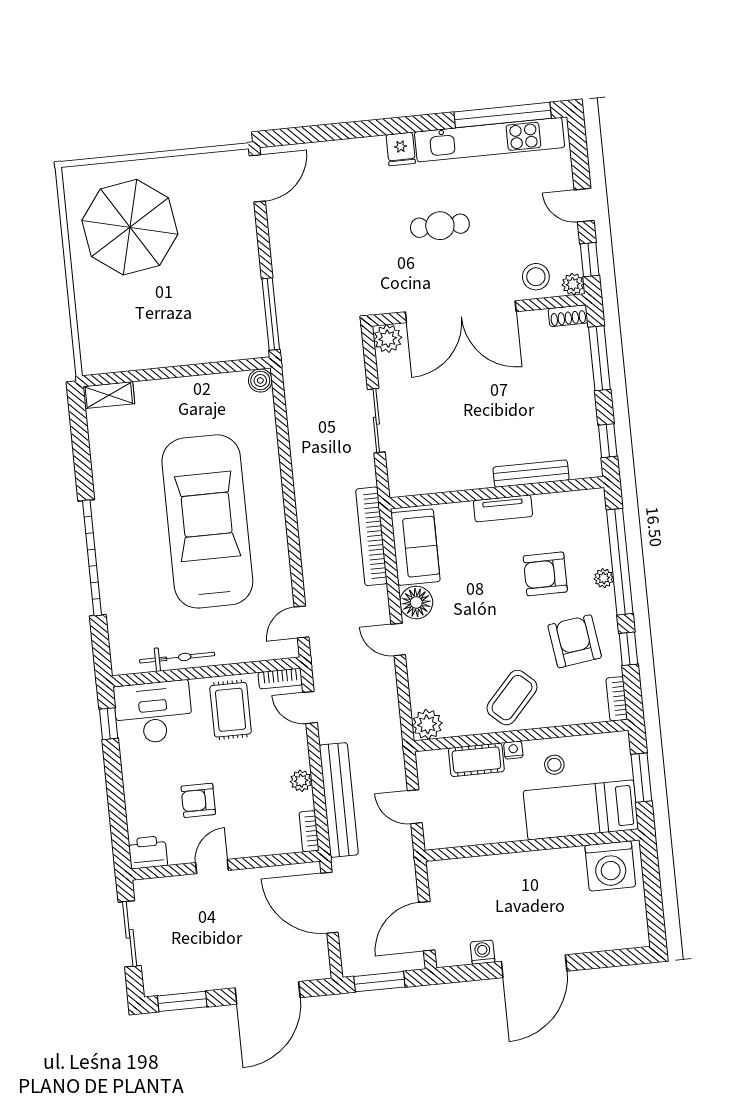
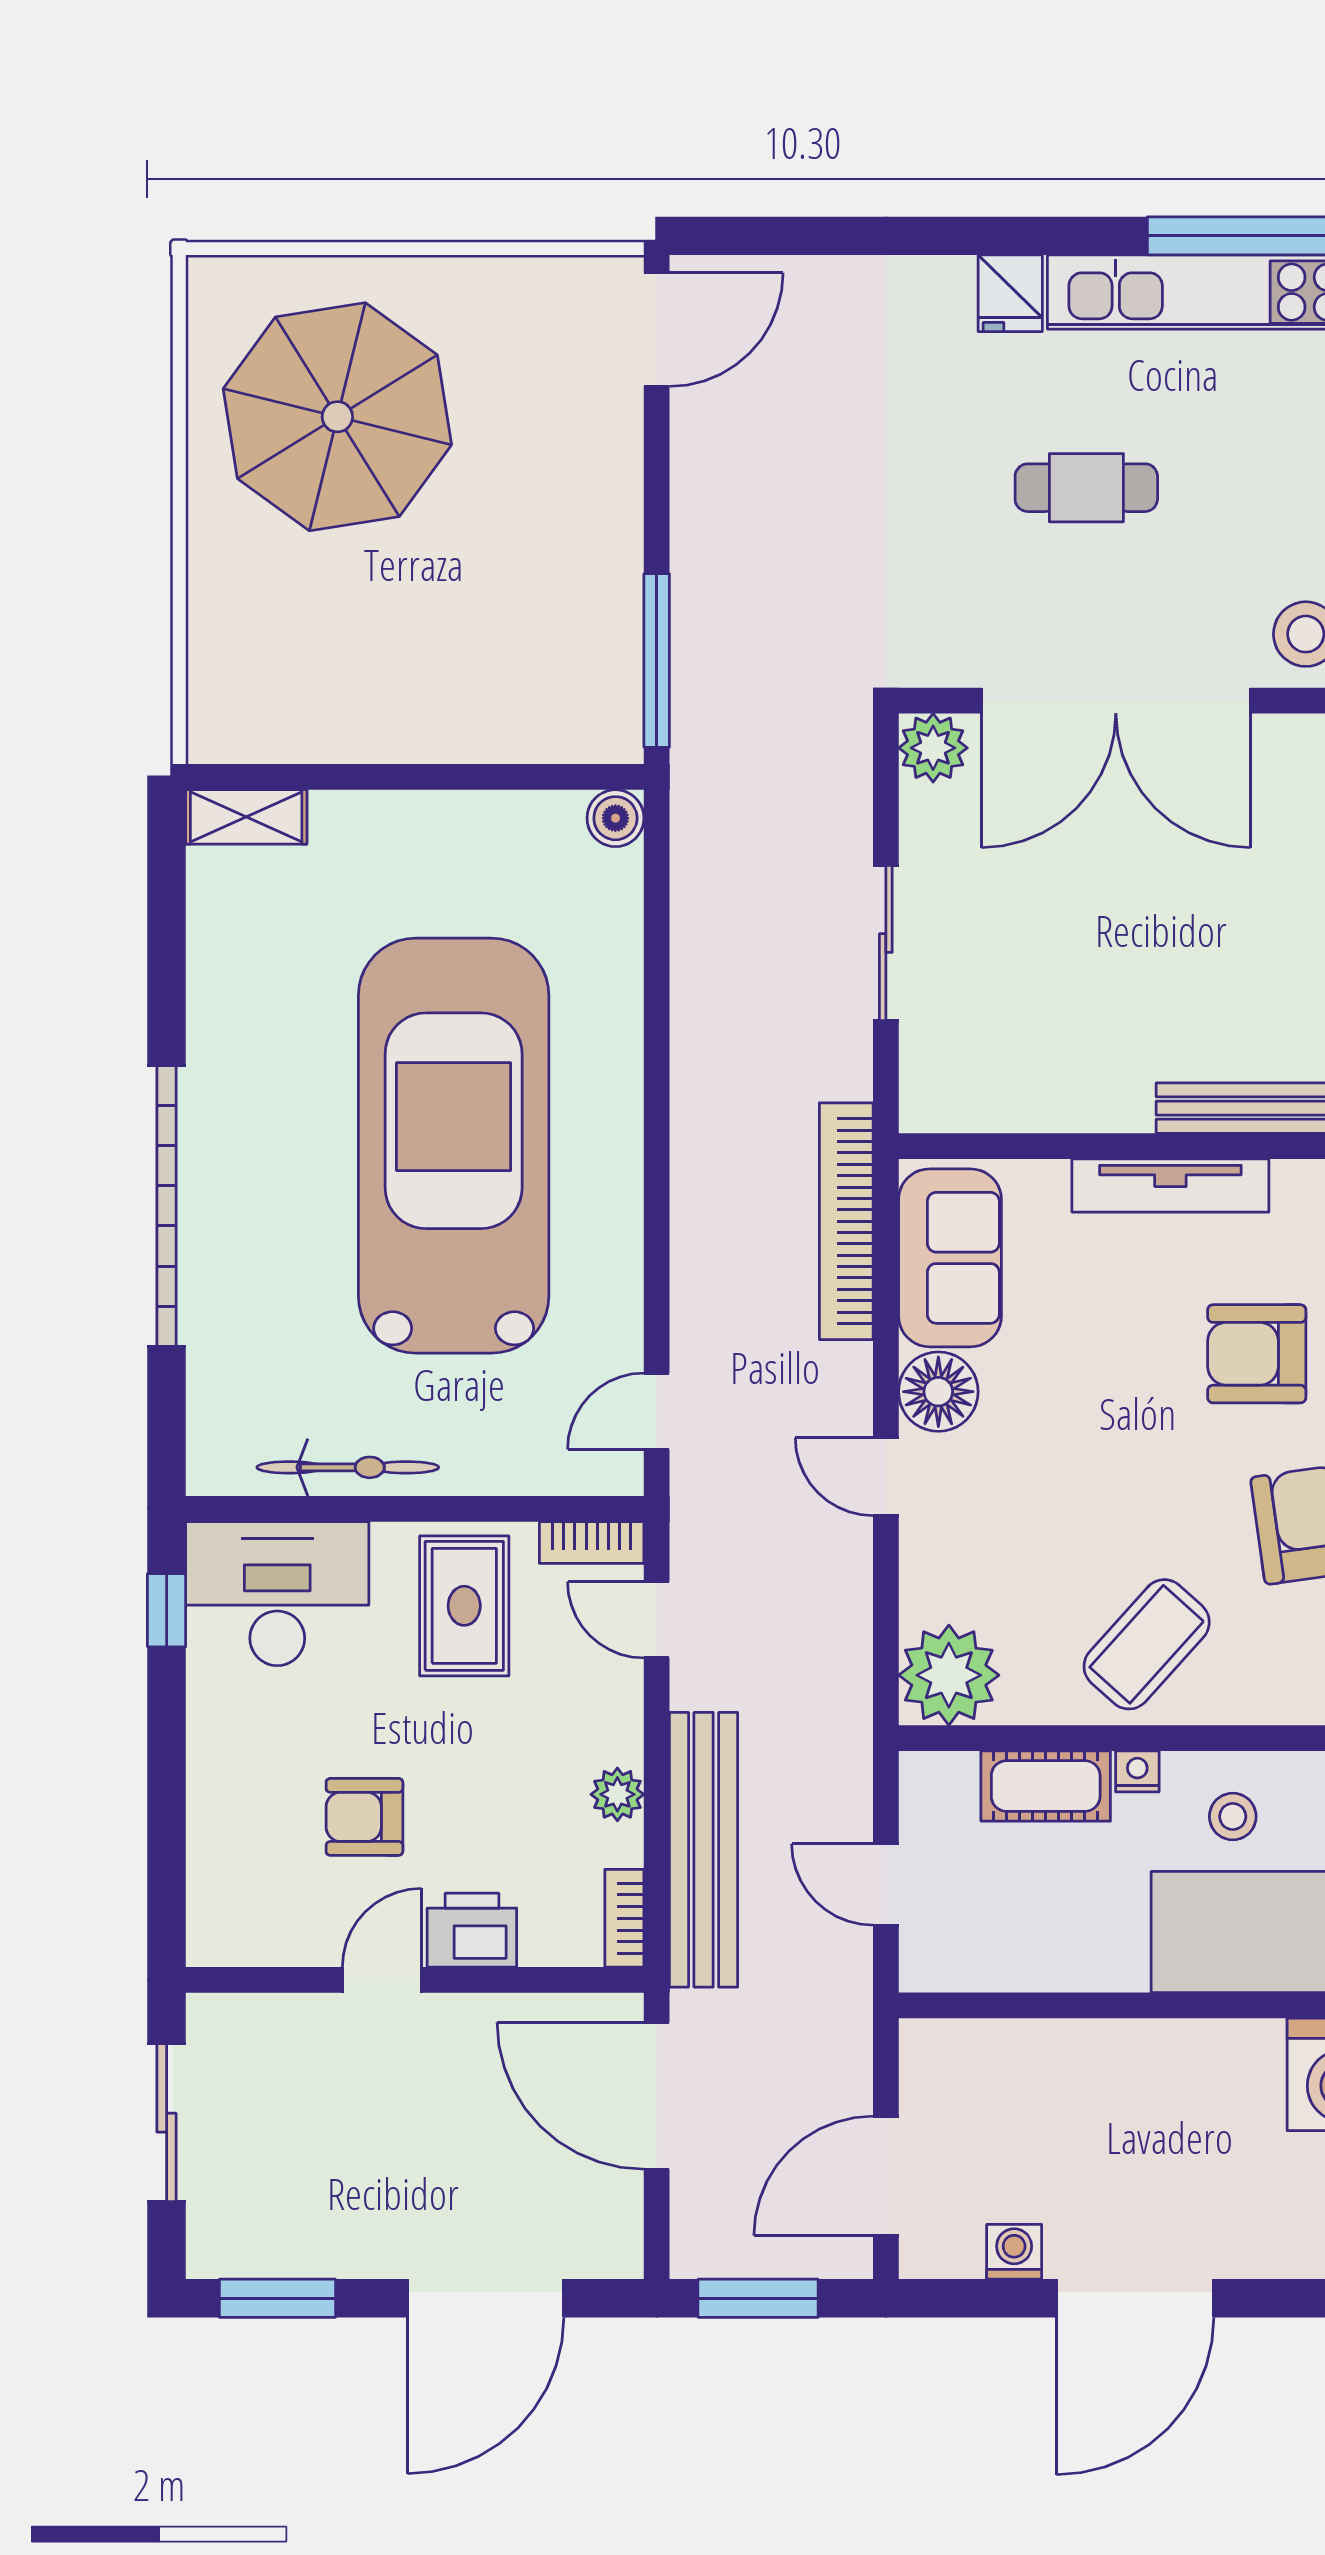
tv unit: (503, 508) -> (1170, 1186), width x1.41
plant: (427, 724) -> (949, 1675), width x1.36, depth x1.36
printer: (148, 852) -> (472, 1930), moved

